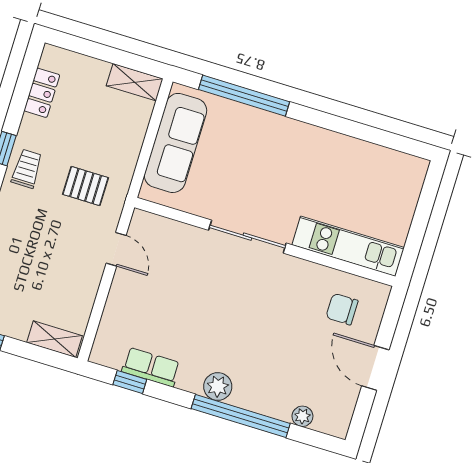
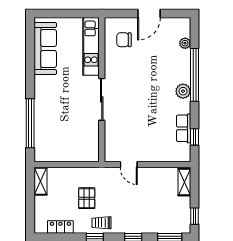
sofa: (176, 143) -> (45, 49), moved, turned 90
pallet: (86, 186) -> (87, 198), moved
door: (116, 249) -> (129, 165), swing flipped
chair: (342, 309) -> (124, 40), turned 90

